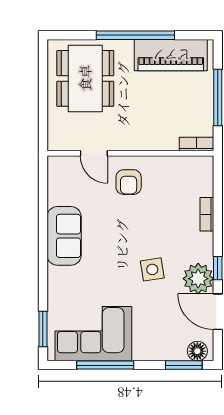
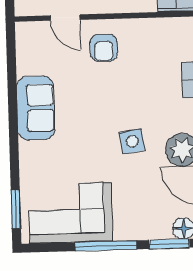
window: (105, 365) -> (106, 246), moved

